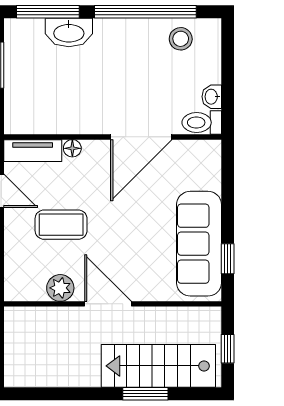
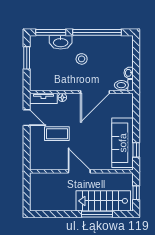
stool: (181, 39) -> (82, 59), moved
plant: (60, 288) -> (57, 164), removed
window: (145, 394) -> (97, 214), width x1.44

